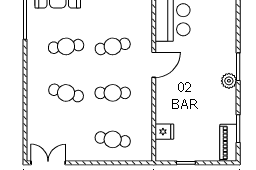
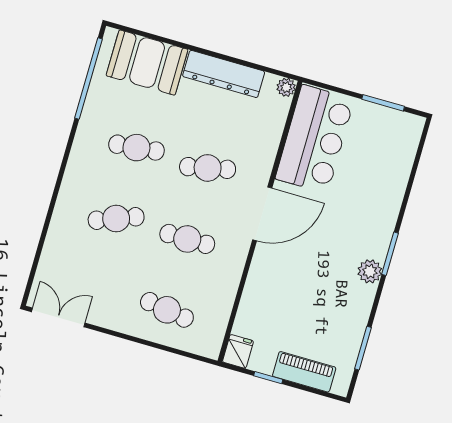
door: (154, 65) -> (262, 214), width x1.36
cafe table: (66, 93) -> (116, 219), turned -36
fridge: (164, 132) -> (238, 351), moved, turned -90
piano: (228, 143) -> (304, 372), moved, turned 90

